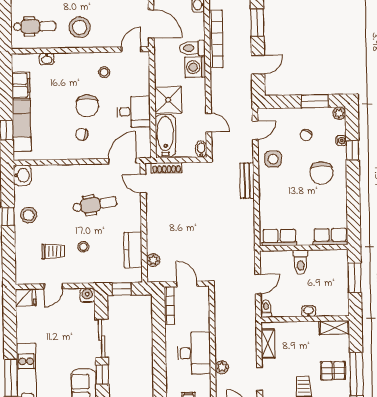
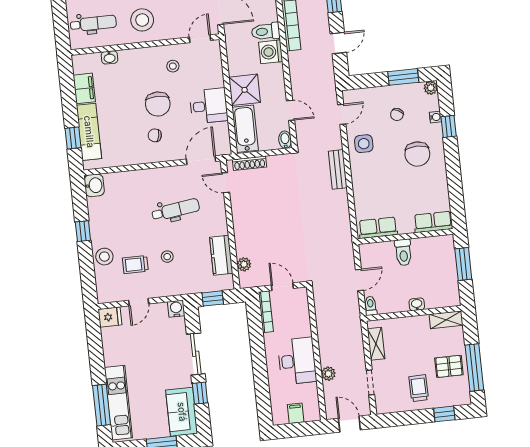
stool: (29, 215) -> (104, 257), moved
trolley: (53, 251) -> (135, 265), turned 180

